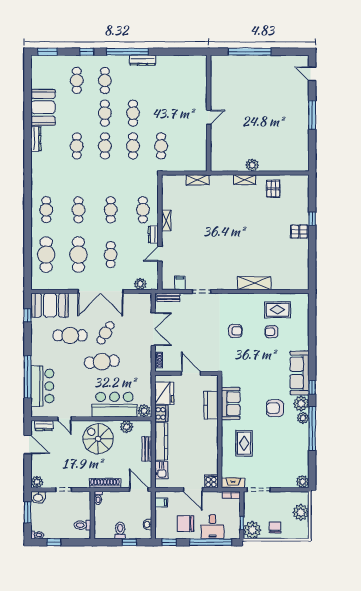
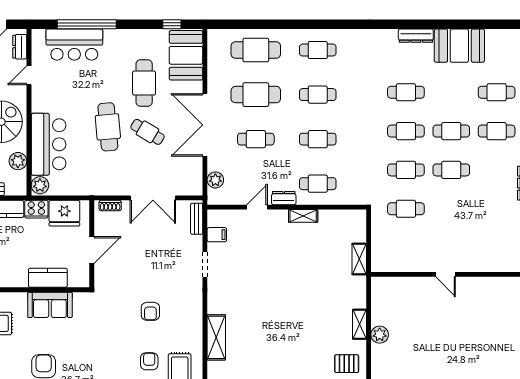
door: (160, 254) -> (257, 207), hinge flipped

